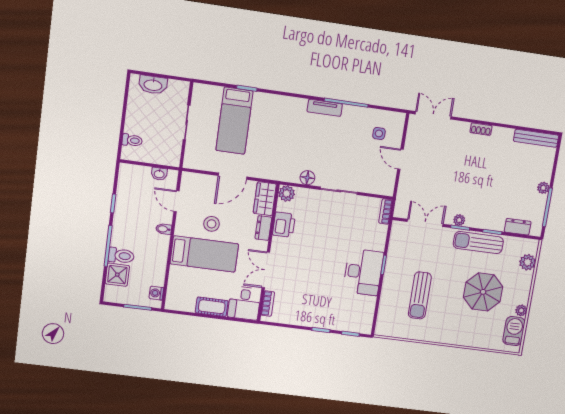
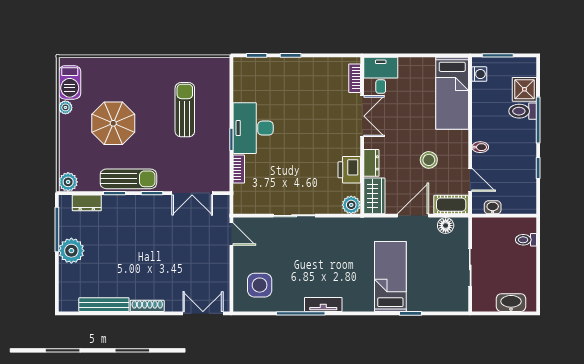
double door: (433, 115) -> (203, 313), swing flipped
bed: (234, 121) -> (390, 277), moved
shoe rack: (481, 129) -> (147, 306), width x1.43
side table: (379, 133) -> (260, 285), width x1.87, depth x1.87
bench: (536, 138) -> (104, 305), moved
door: (400, 159) -> (231, 234), moved
floor lamp: (307, 178) -> (446, 226), moved
plant: (543, 188) -> (71, 251), width x1.87, depth x1.87
bookcase: (386, 211) -> (239, 169), moved
plant: (459, 220) -> (154, 201), removed
bed: (204, 254) -> (452, 93), moved, turned -90
plant: (528, 262) -> (68, 182), moved
cot: (212, 307) -> (451, 205), moved

